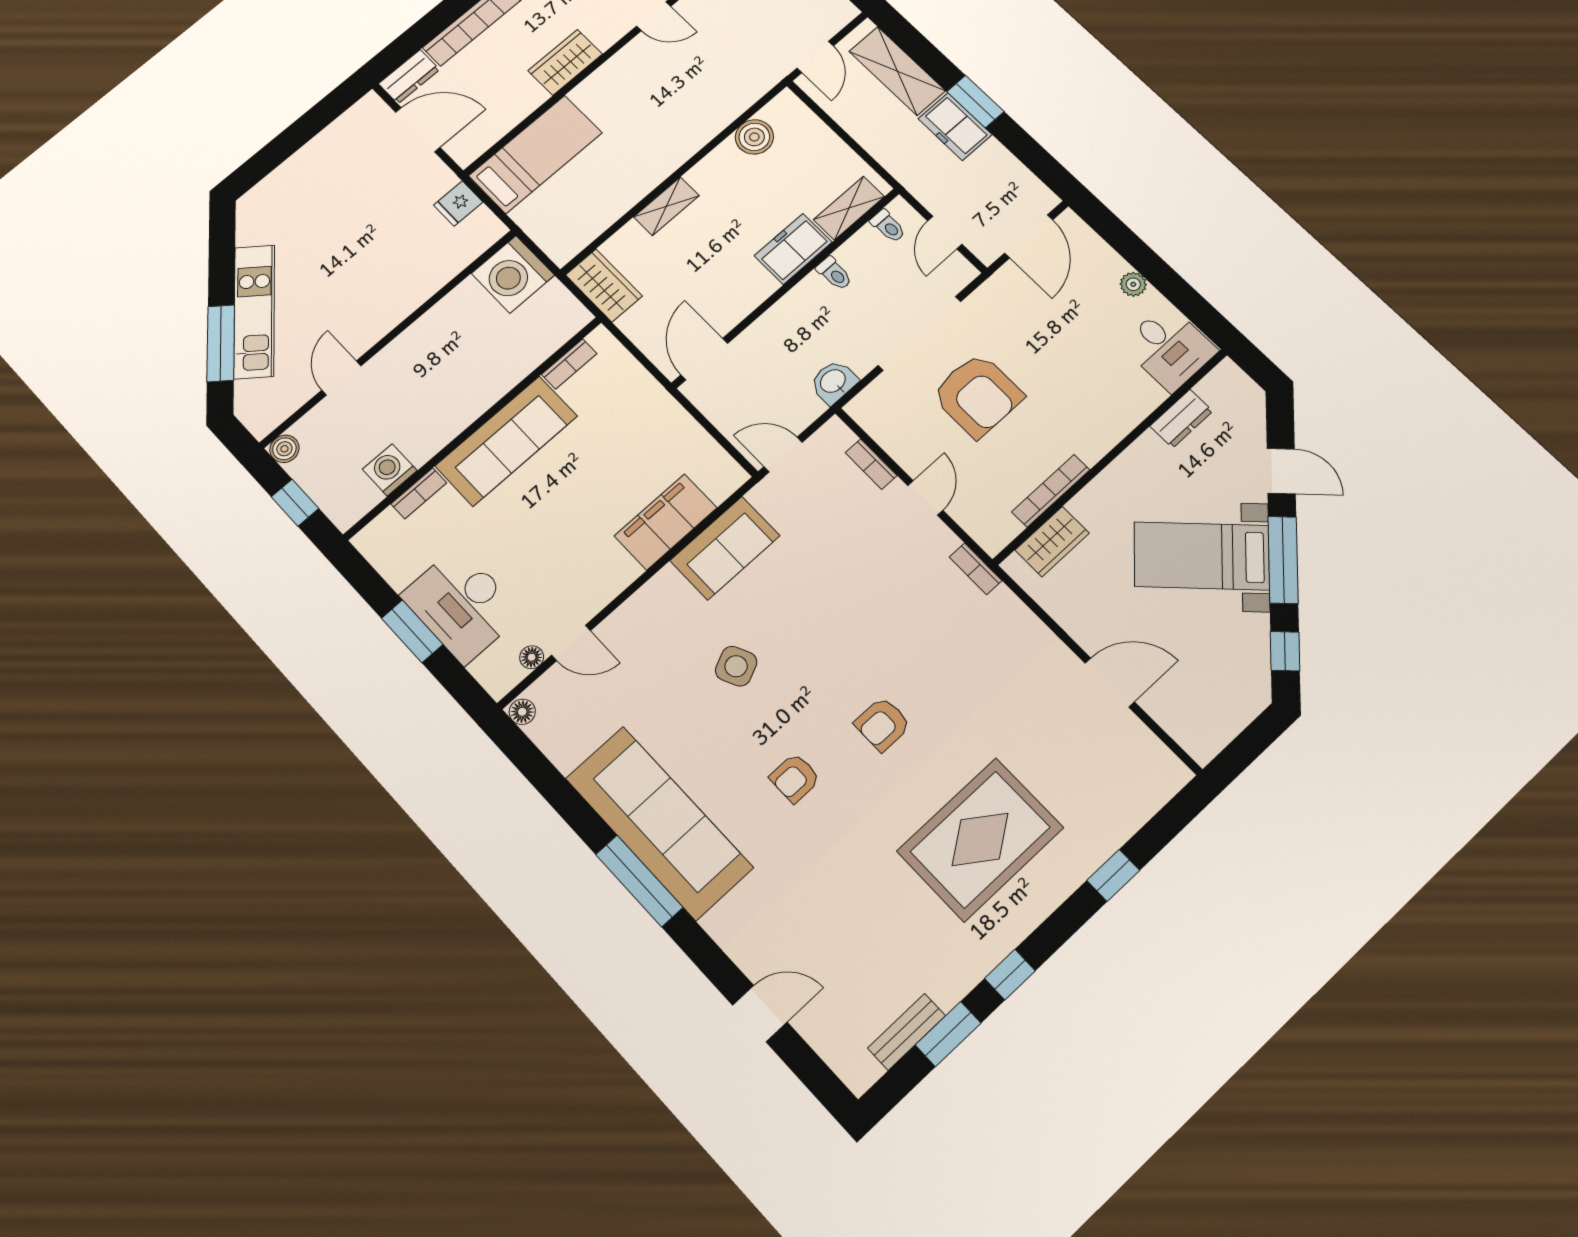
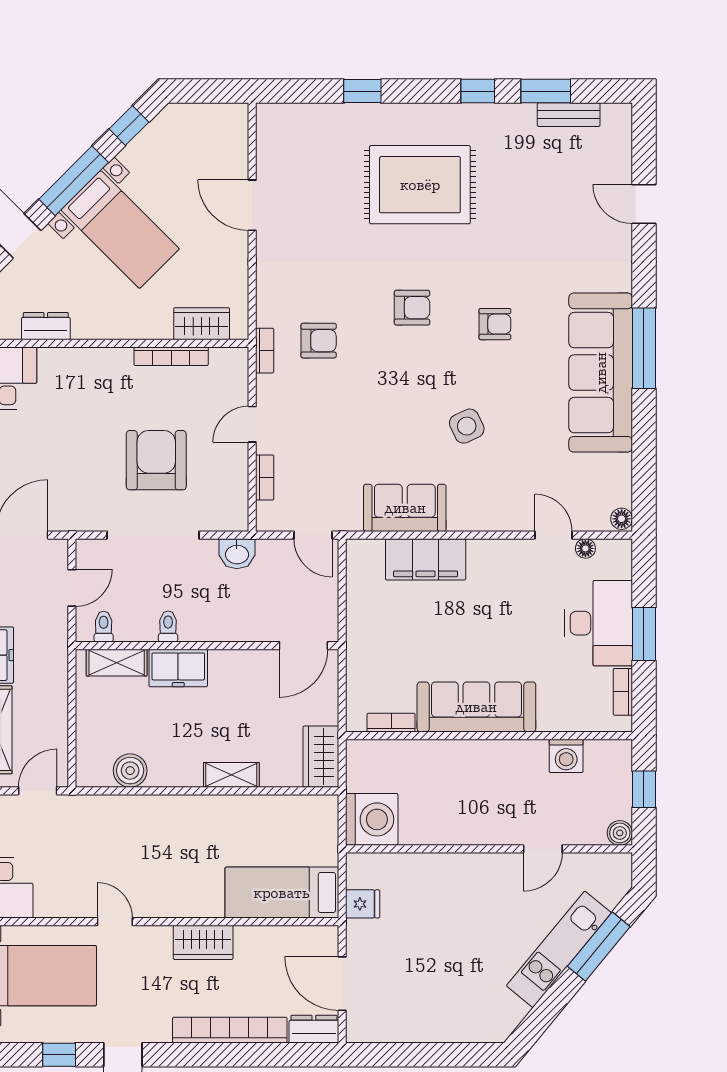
bookcase: (419, 493) -> (623, 692), moved, turned -90
armchair: (937, 620) -> (319, 341), added

